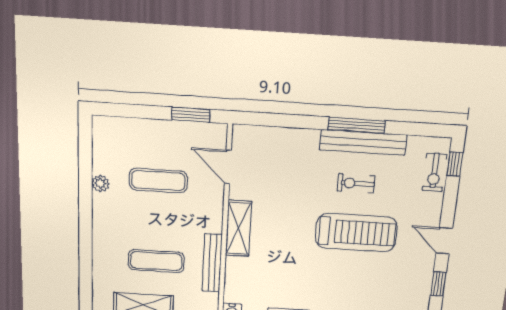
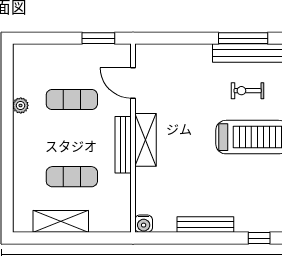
bench: (212, 263) -> (123, 145), moved

